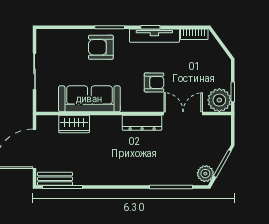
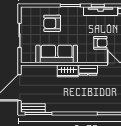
armchair: (101, 47) -> (52, 23), moved
dresser: (142, 123) -> (88, 70), width x0.70
wardrobe: (74, 124) -> (68, 71), moved

